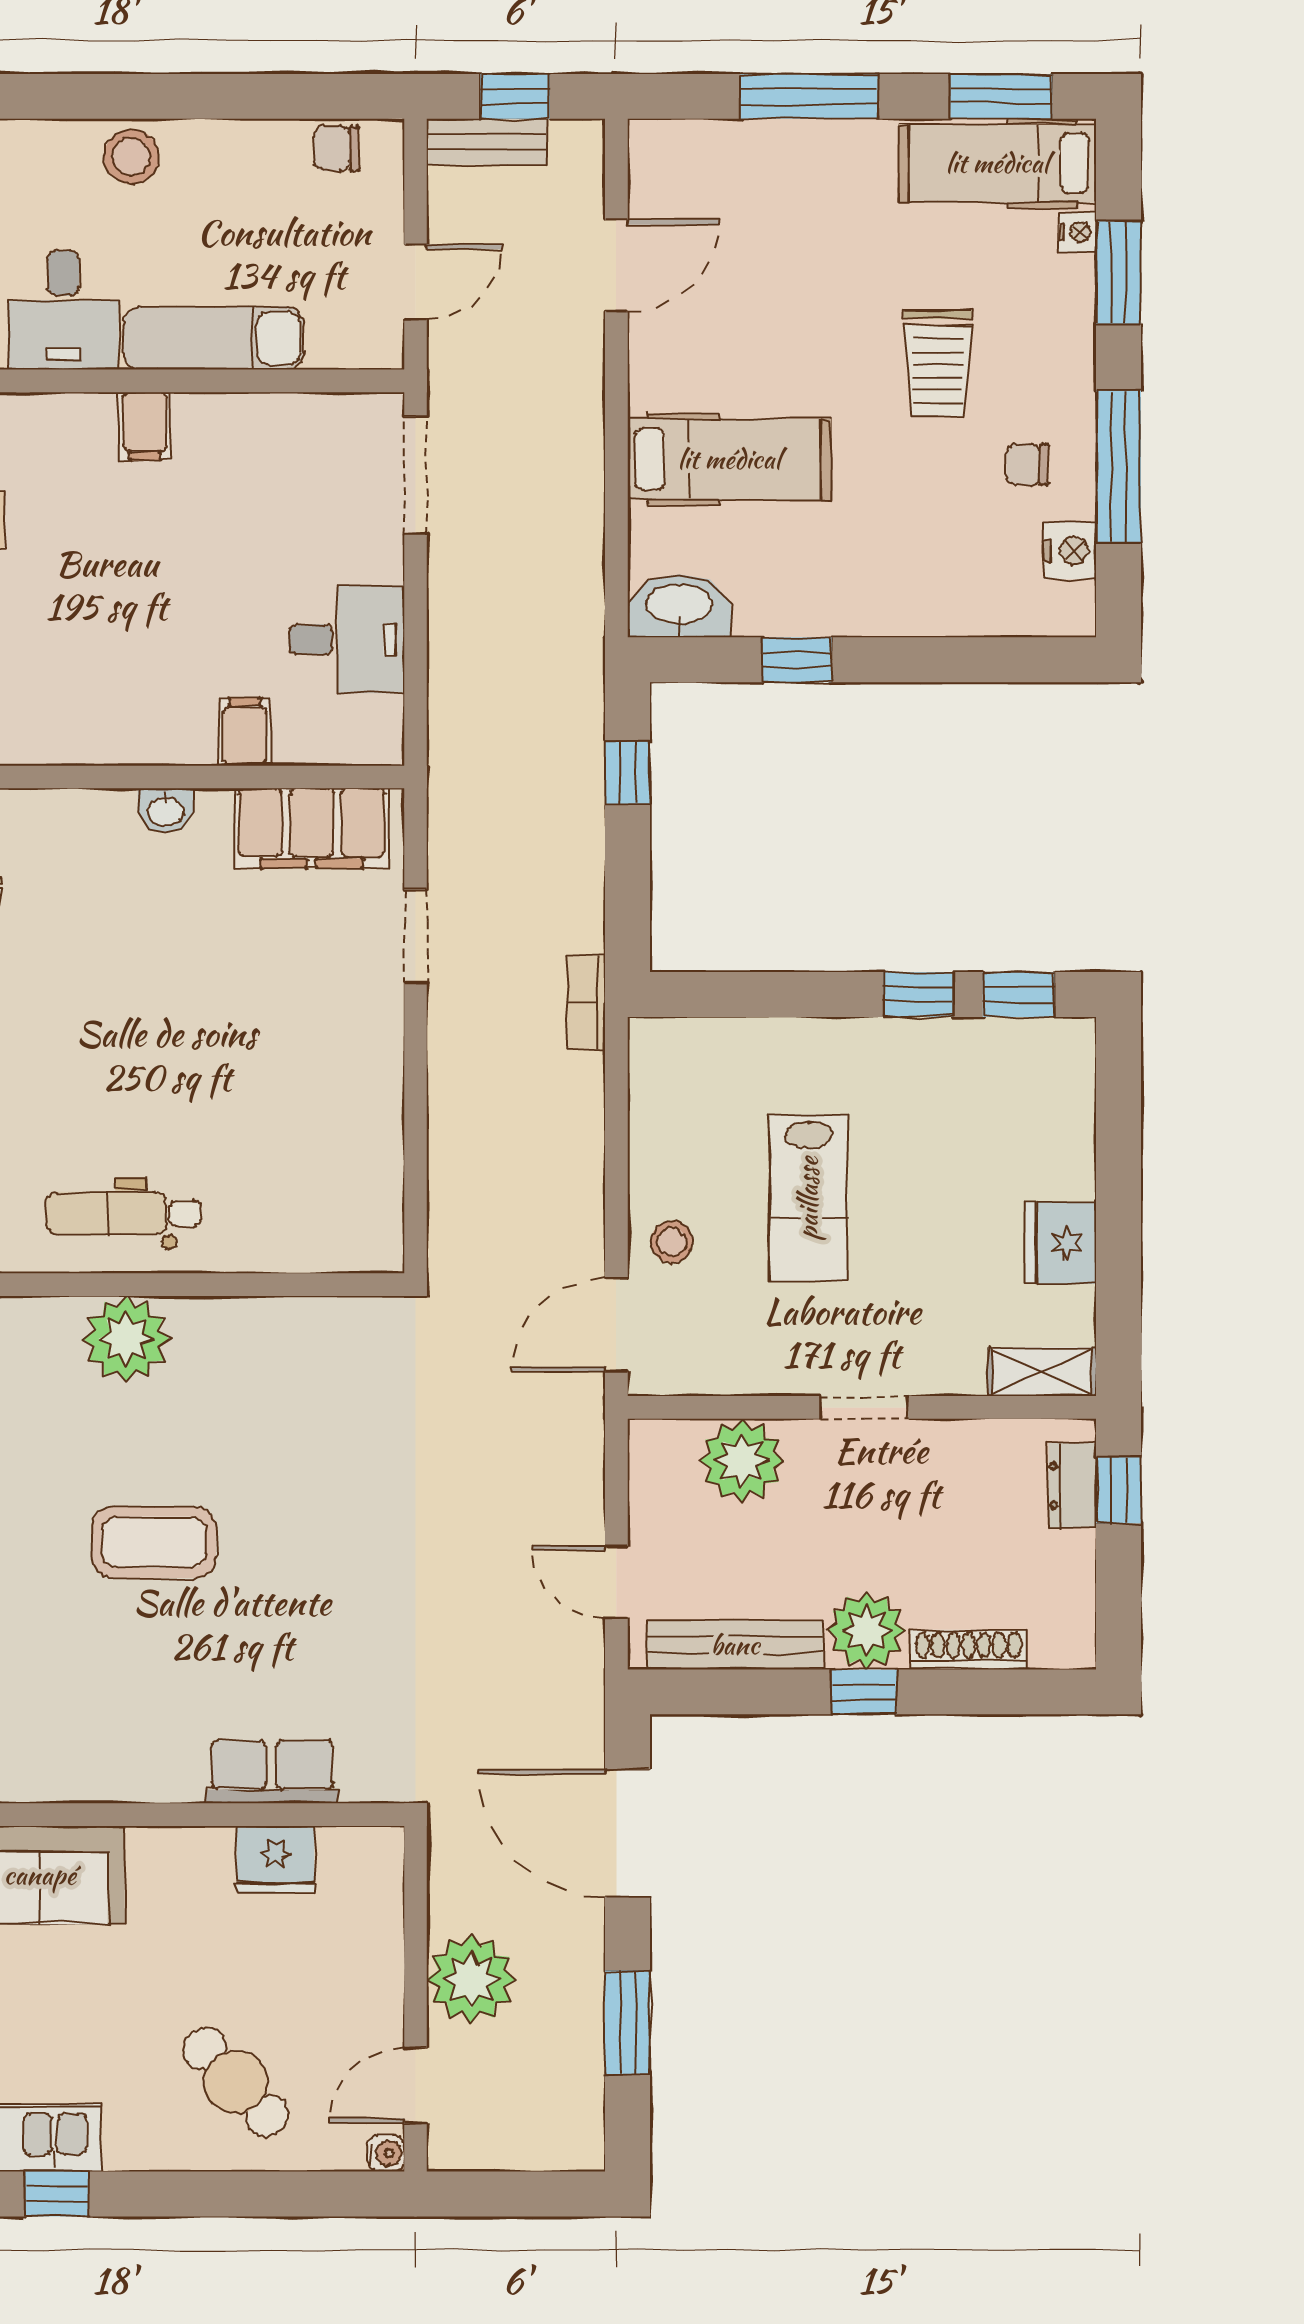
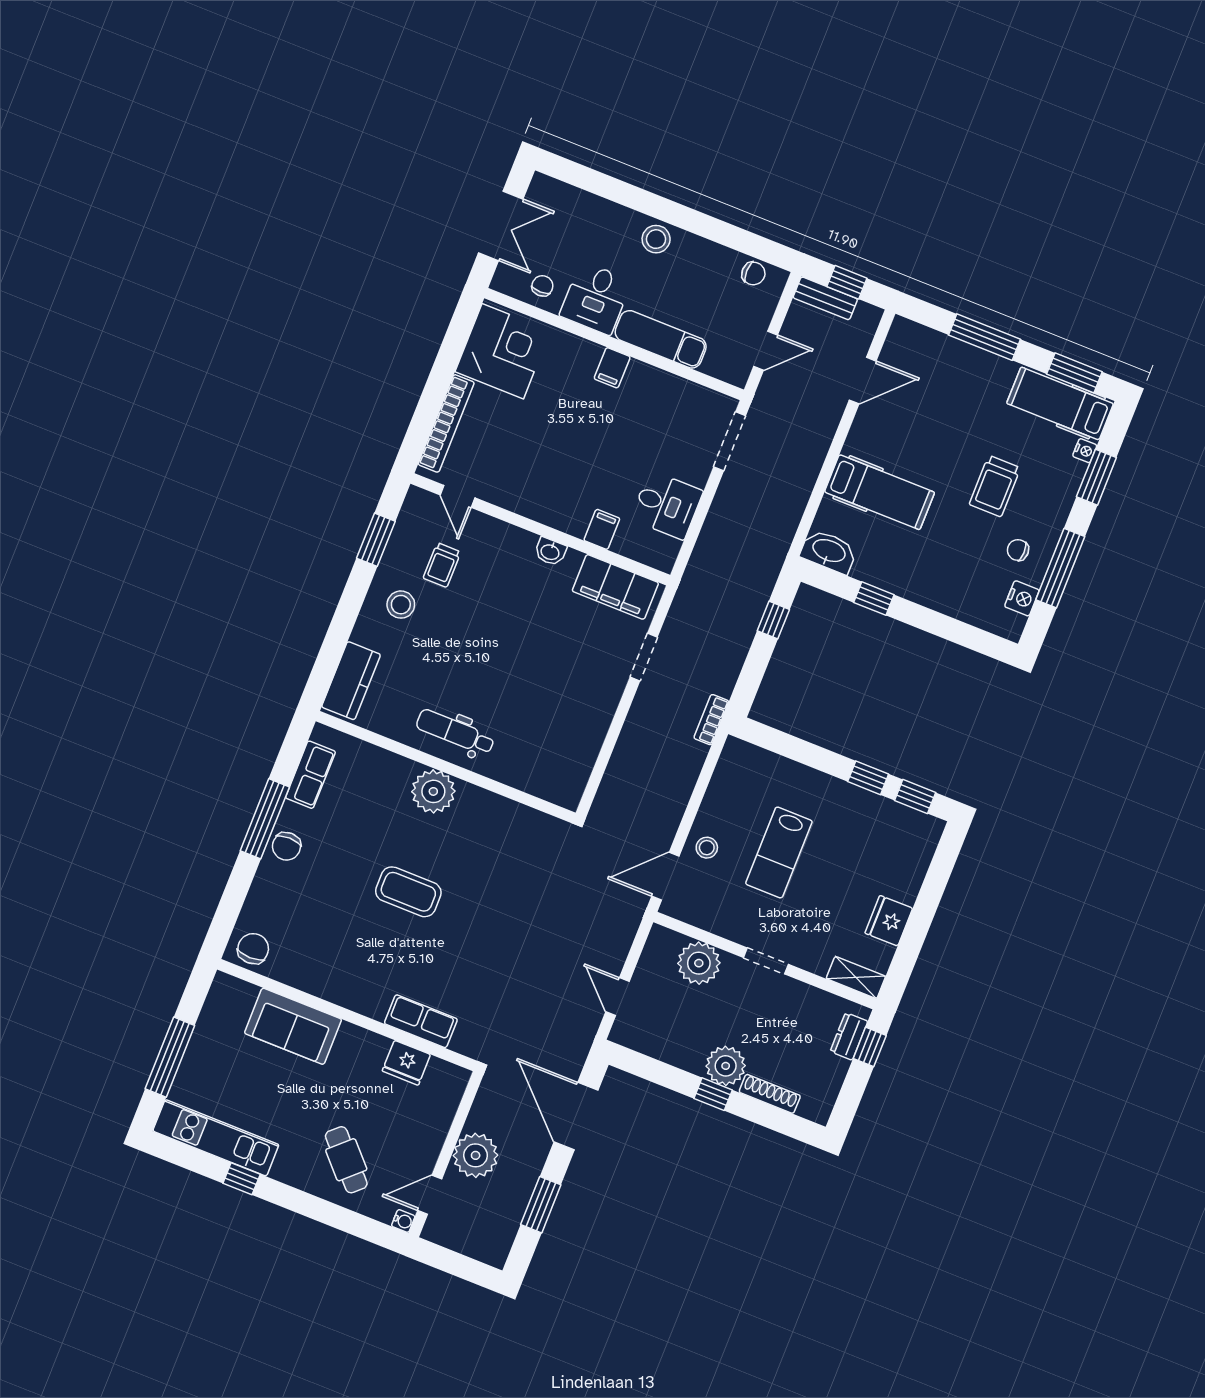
chair: (336, 149) -> (753, 273), turned 180
bench: (735, 1645) -> (661, 1048), removed

